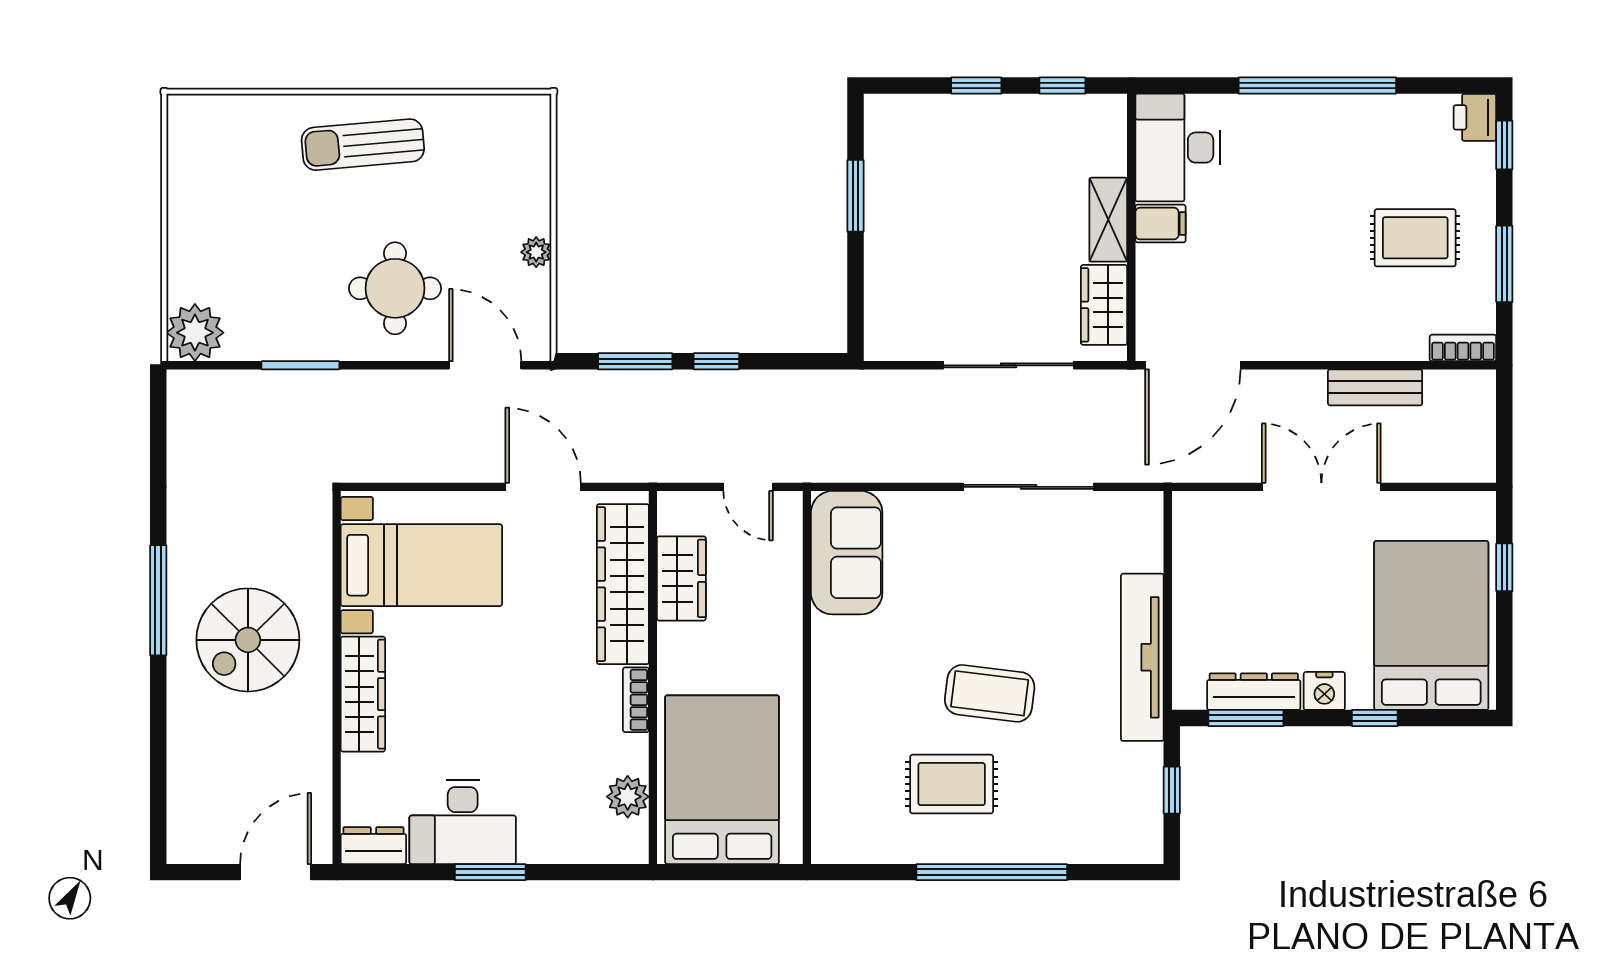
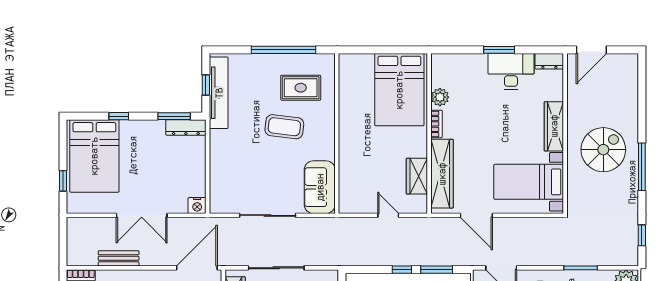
window: (158, 441) -> (642, 235), added
sofa: (847, 553) -> (320, 187), moved
tv unit: (1142, 657) -> (219, 93), moved
wall: (807, 677) -> (337, 134), moved
nightstand: (1324, 691) -> (197, 206), moved, turned 180
dresser: (1254, 692) -> (186, 127), moved
plant: (628, 797) -> (440, 97), moved

